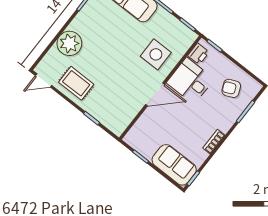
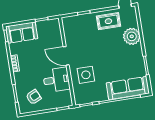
printer: (198, 54) -> (66, 96), removed
door: (155, 94) -> (66, 56), hinge flipped

